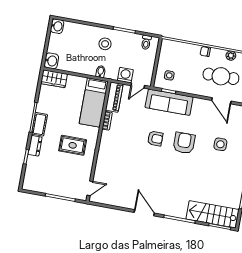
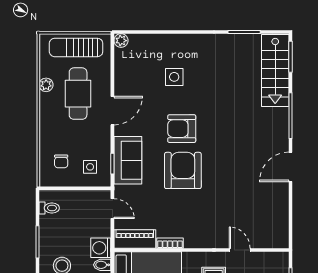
chair: (205, 52) -> (61, 161), moved
washing machine: (125, 75) -> (101, 248), moved
door: (221, 101) -> (112, 111), moved
sofa: (169, 102) -> (128, 160), width x0.73
armchair: (155, 139) -> (183, 170), width x1.88, depth x1.88
door: (90, 188) -> (240, 250), moved

